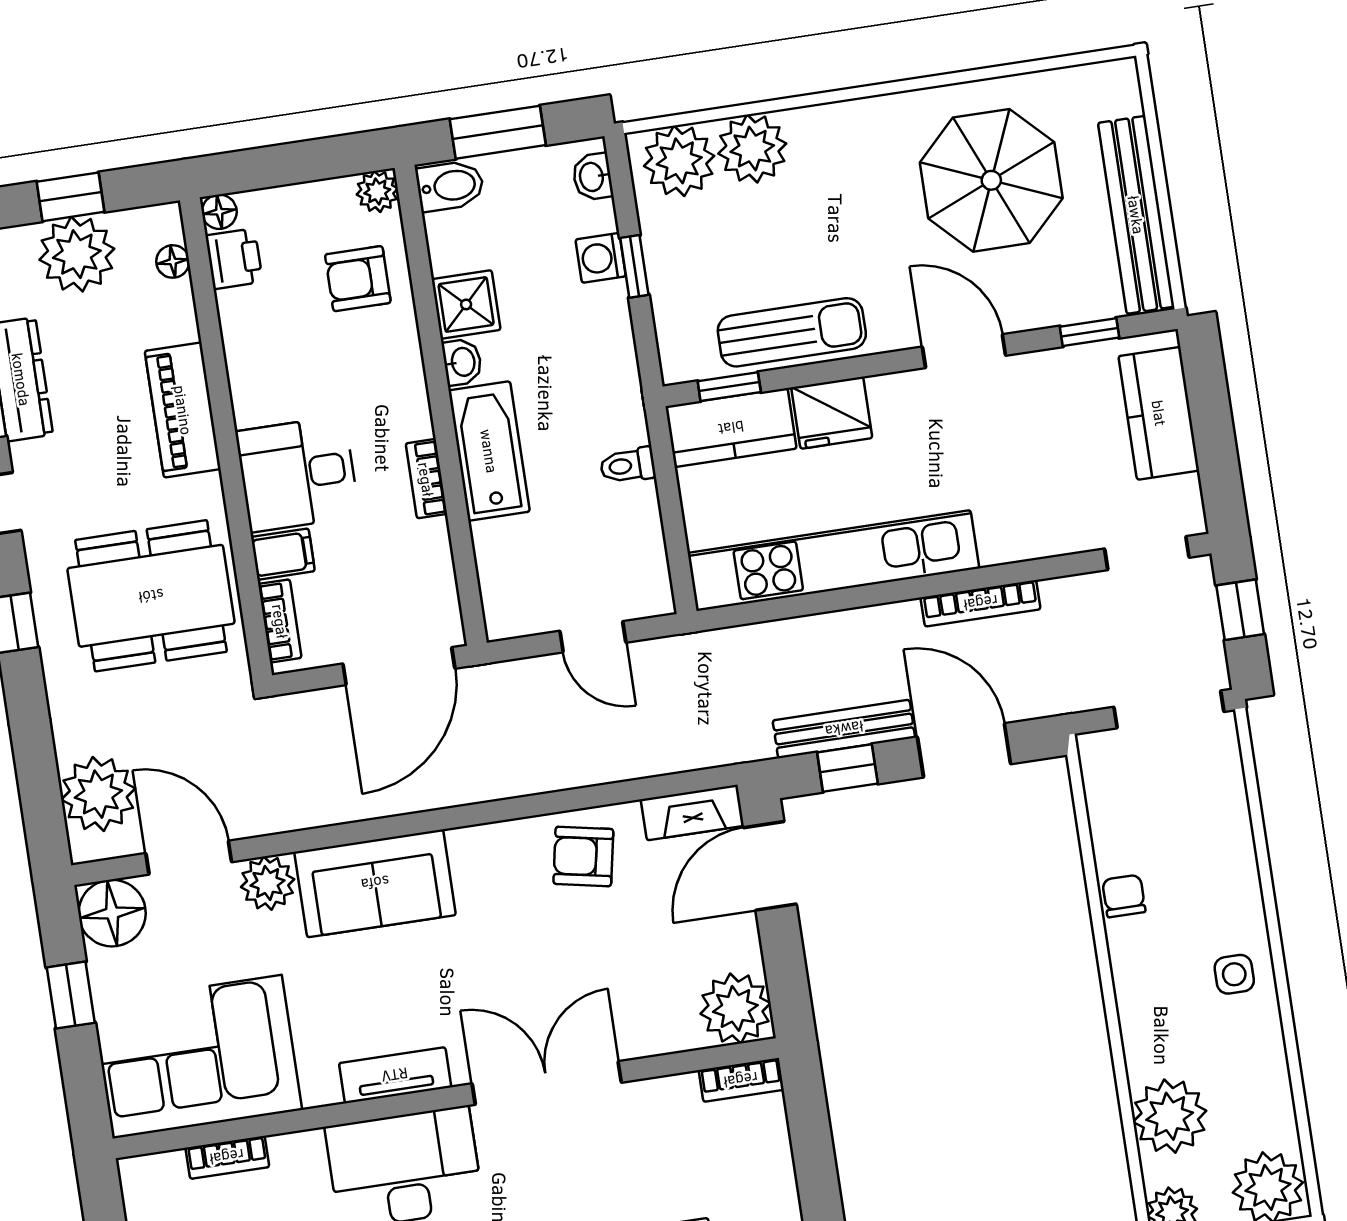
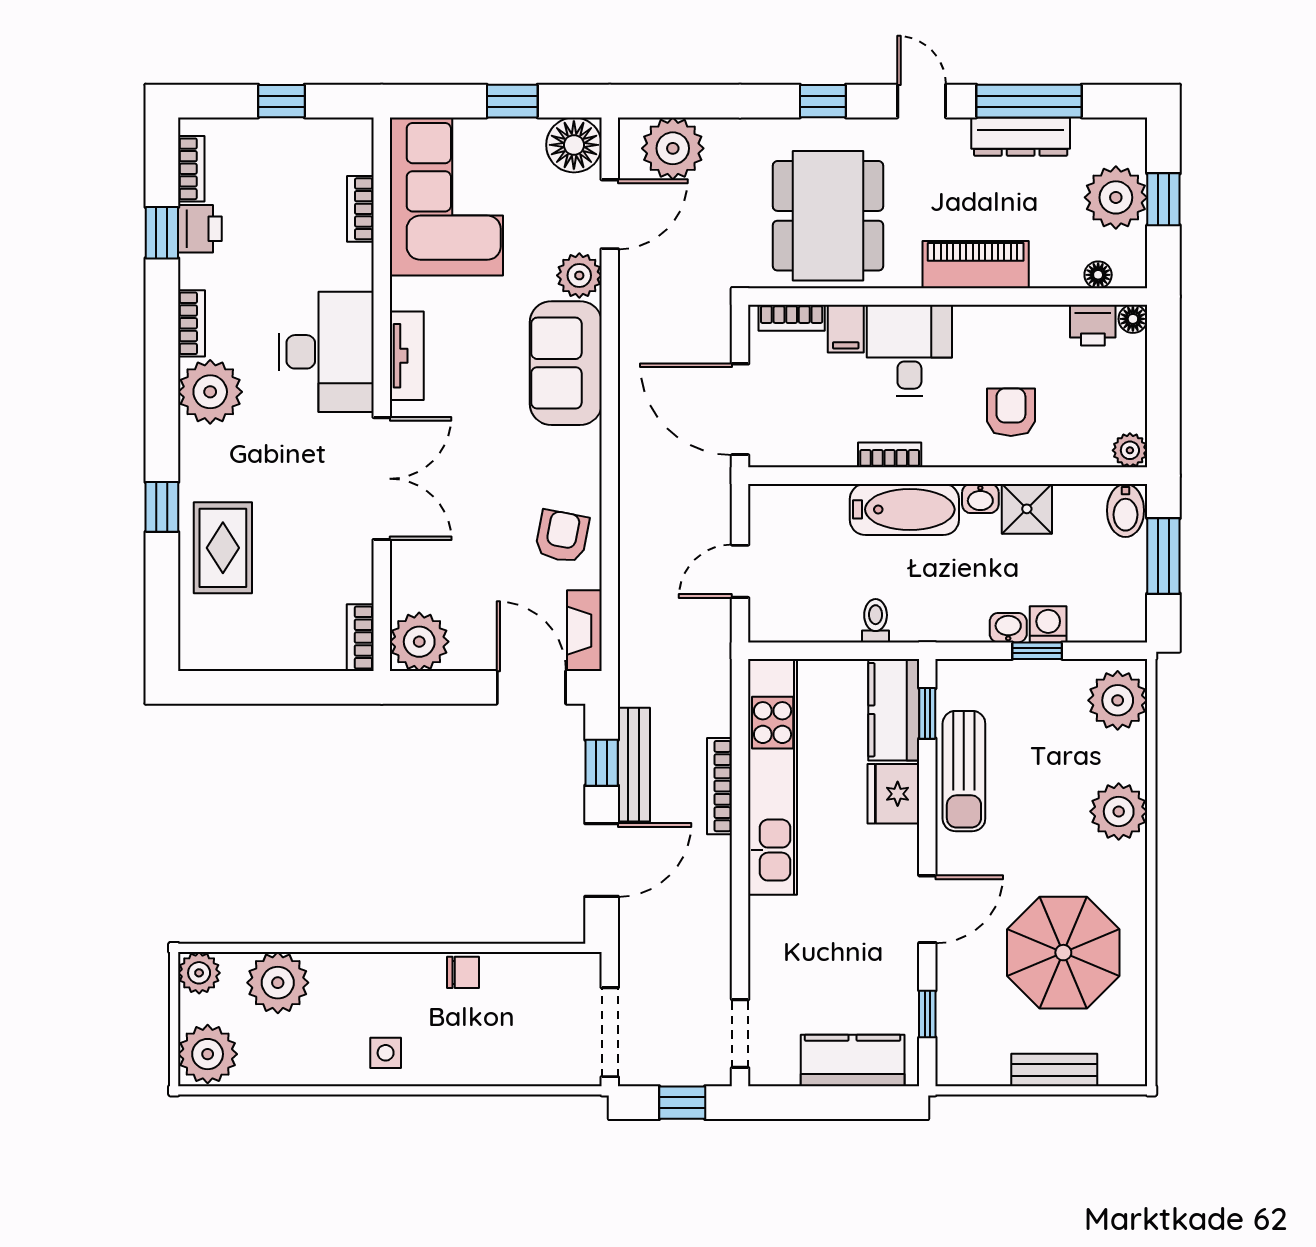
plant: (752, 149) -> (1119, 811), moved
washbasin: (592, 177) -> (1008, 628), moved
bench: (1136, 215) -> (1054, 1070), width x0.54, depth x0.82
armchair: (358, 279) -> (1011, 412), moved
bookcase: (981, 603) -> (720, 786), moved

